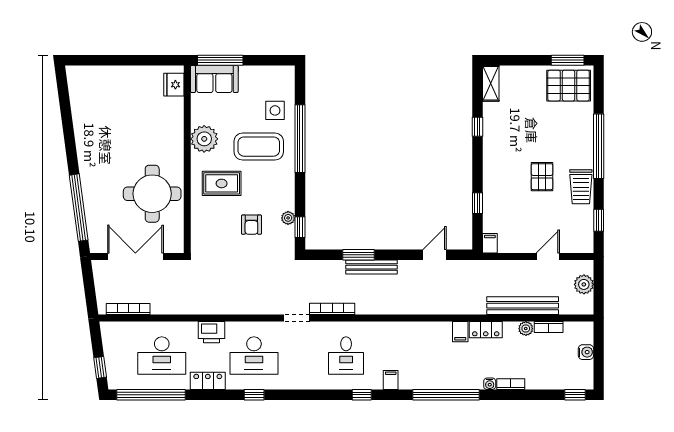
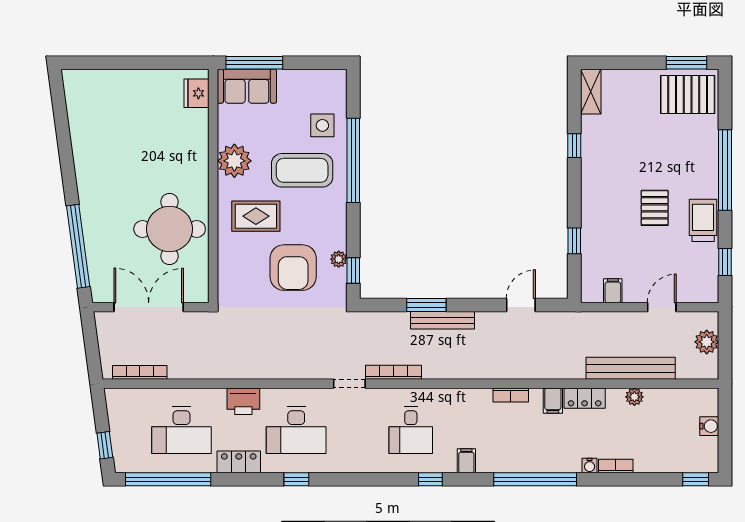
trolley: (581, 187) -> (703, 220), turned 180
armchair: (251, 225) -> (293, 268), width x1.88, depth x1.88
filing cabinet: (490, 243) -> (613, 291), moved
bookcase: (549, 327) -> (511, 395), moved

